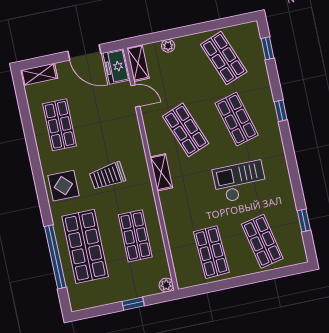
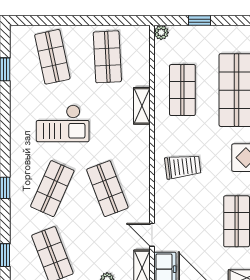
shop shelf: (237, 119) -> (52, 189), turned 39
shelving: (161, 172) -> (142, 106), moved
trolley: (107, 176) -> (183, 167), moved

